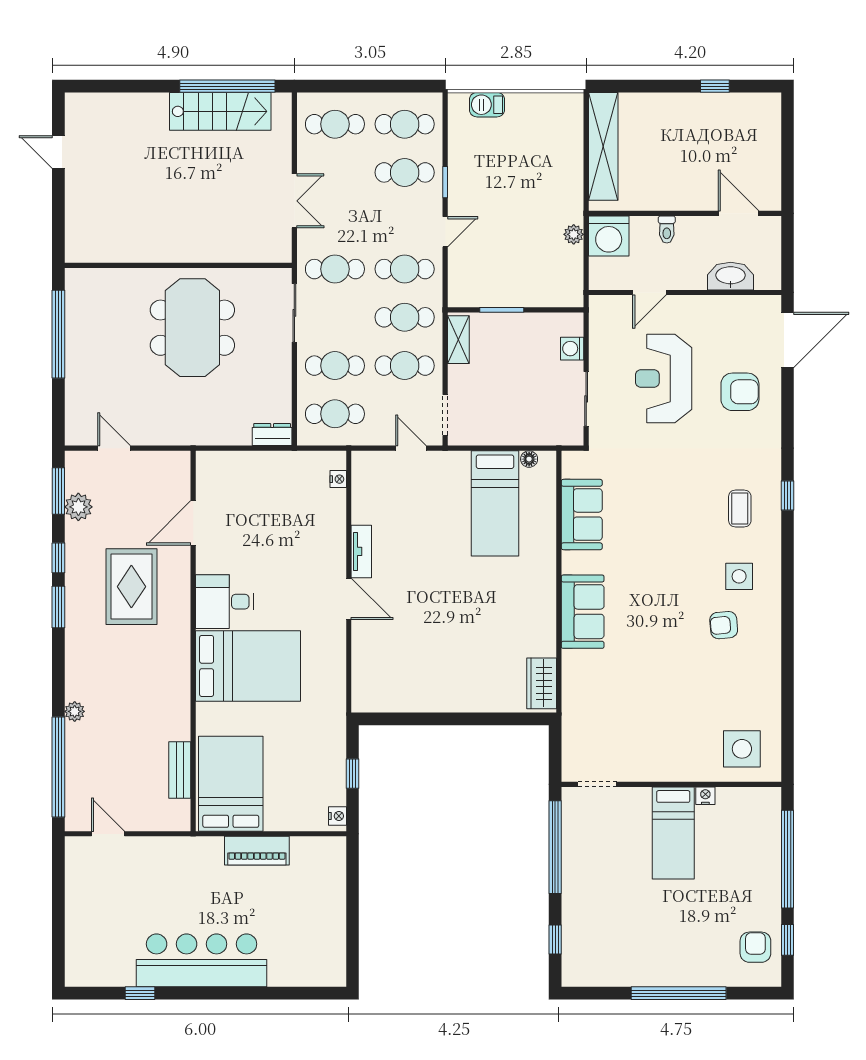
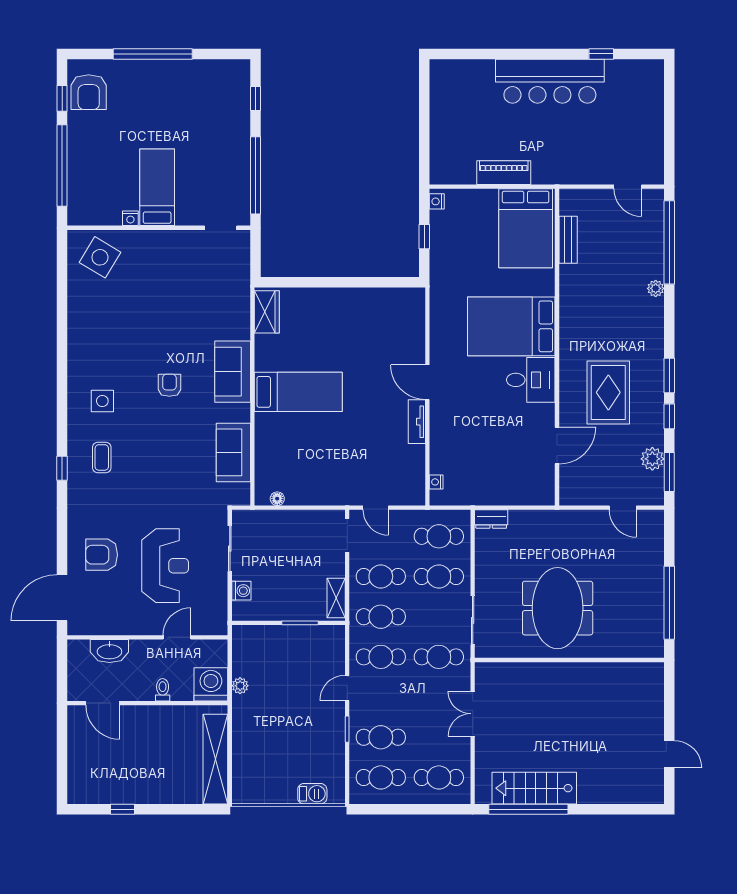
bed: (495, 503) -> (298, 392), moved, turned 90
armchair: (724, 625) -> (169, 385), moved, turned -85
side table: (742, 749) -> (100, 257), turned 31
armchair: (755, 947) -> (89, 92), width x1.38, depth x1.38

